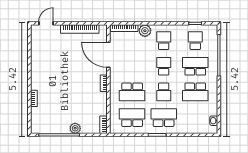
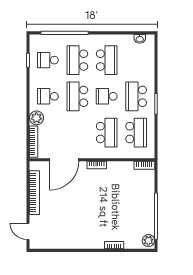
school desk: (164, 66) -> (77, 96), width x1.85
school desk: (164, 92) -> (107, 96), turned 180
school desk: (132, 118) -> (136, 133), turned 180
plant: (75, 128) -> (148, 241), moved

